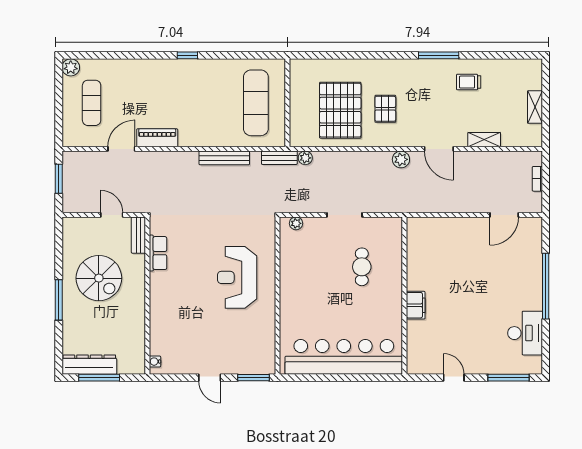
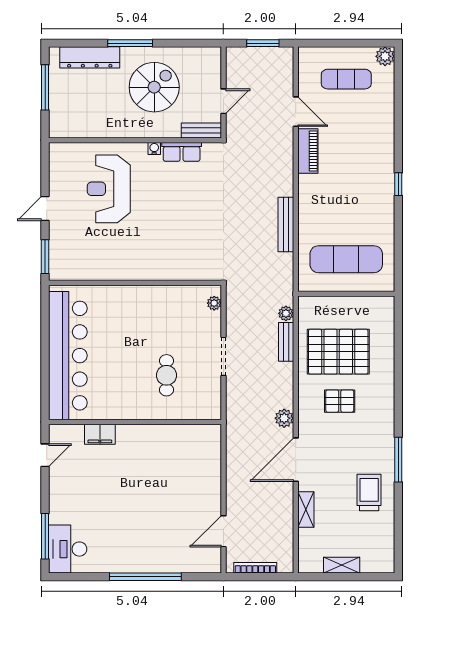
trolley: (469, 82) -> (369, 492), width x1.36, depth x1.39
door: (439, 149) -> (296, 460), width x1.36
bench: (279, 158) -> (286, 342), moved
bookcase: (537, 179) -> (255, 568), width x1.56
door: (504, 215) -> (223, 531), hinge flipped
cafe table: (362, 267) -> (166, 375), turned 90
reception desk: (237, 277) -> (109, 189), moved, turned -90
spiral stairs: (99, 278) -> (154, 87), turned 180
filing cabinet: (416, 305) -> (100, 434), moved
desk: (525, 333) -> (68, 549), moved, turned 90
water cooler: (155, 362) -> (154, 149), moved
dresser: (89, 365) -> (90, 57), moved, turned 90
door: (454, 378) -> (45, 455), moved

